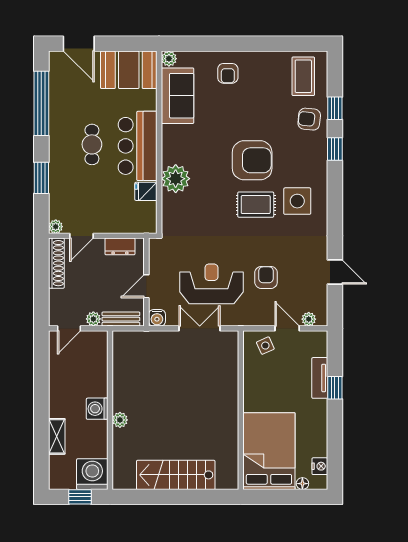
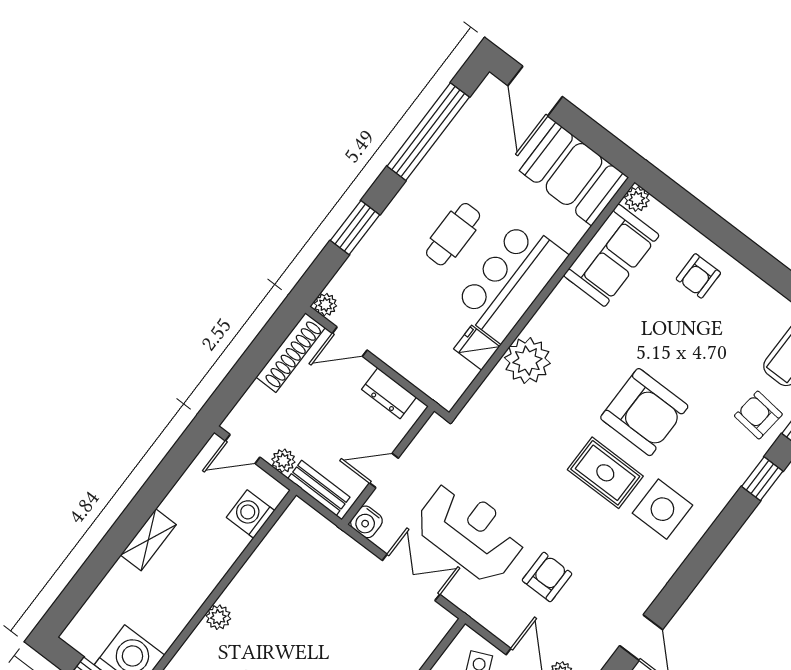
washing machine: (97, 409) -> (251, 514), moved
shelving: (57, 436) -> (148, 540), moved

